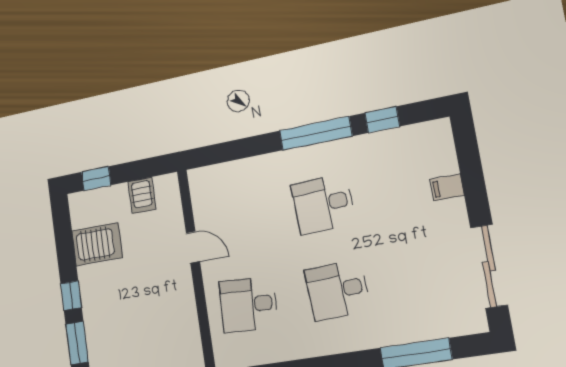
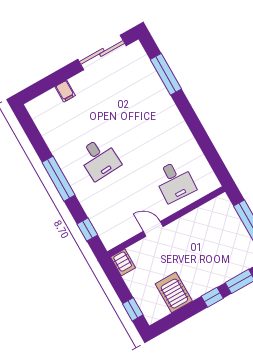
window: (382, 120) -> (87, 230), moved
server rack: (142, 195) -> (123, 262), moved, turned 90
door: (193, 247) -> (153, 229), hinge flipped
desk: (337, 290) -> (147, 132), removed

